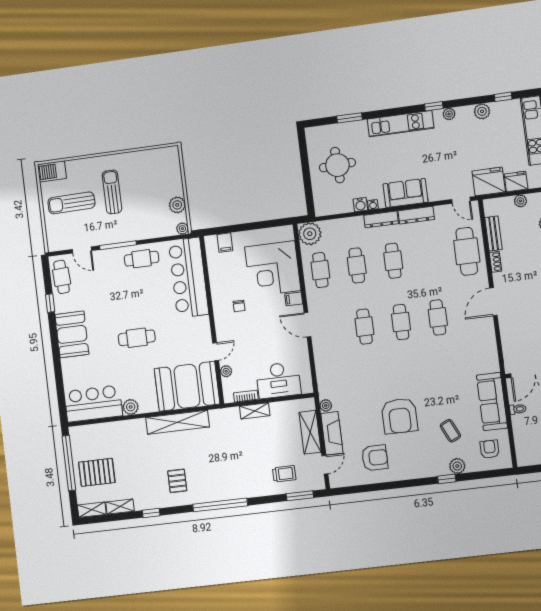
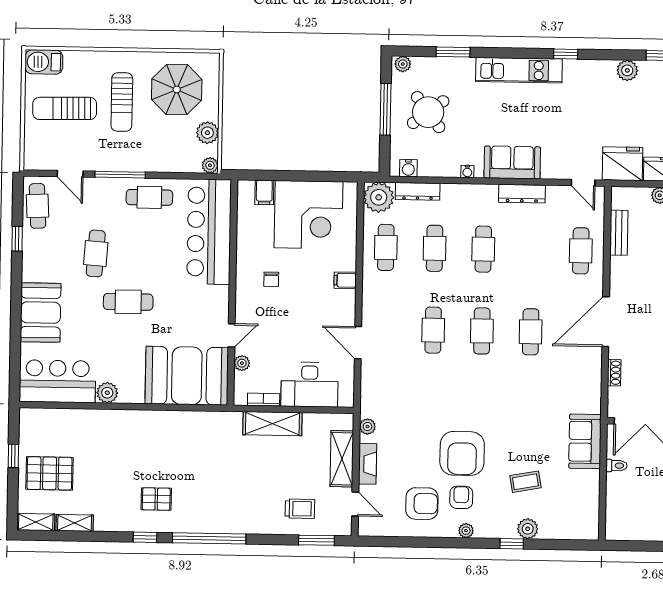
plant: (449, 114) -> (403, 64), moved
round table: (337, 165) -> (428, 112), turned -34
window: (305, 168) -> (385, 109), added
parasol: (150, 177) -> (177, 89), added
sun lounger: (112, 192) -> (122, 102), turned 180
water cooler: (360, 205) -> (408, 168), moved
dresser: (381, 219) -> (418, 191), moved
cafe table: (467, 251) -> (581, 251), width x0.73, depth x0.74
shoe rack: (496, 262) -> (614, 373), moved
corner desk: (273, 269) -> (309, 215), moved, turned -90
door: (493, 302) -> (606, 322), width x1.36
cafe table: (108, 306) -> (96, 253), added
door: (307, 325) -> (358, 343), moved
booth: (72, 334) -> (41, 313), moved
sofa: (492, 401) -> (585, 441), width x0.73
shelving: (255, 411) -> (272, 424), width x1.50, depth x1.33
shelving: (177, 422) -> (167, 422), removed
coffee table: (450, 431) -> (525, 482), turned -75
fireplace: (332, 433) -> (368, 464), width x0.73, depth x0.76
armchair: (490, 449) -> (461, 497), moved
window: (69, 463) -> (13, 456), width x0.32
door: (325, 465) -> (355, 504), hinge flipped
plant: (411, 474) -> (466, 531), added
pallet: (177, 481) -> (156, 499), turned 90
window: (151, 513) -> (145, 537), moved

